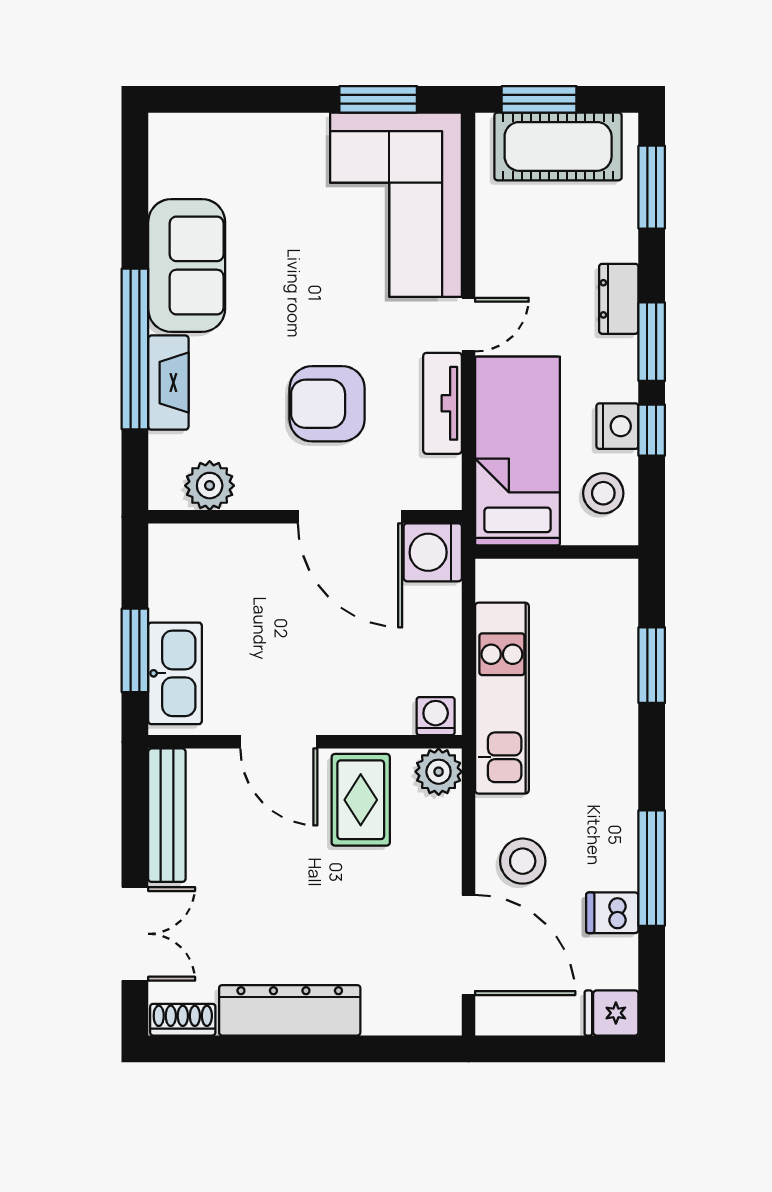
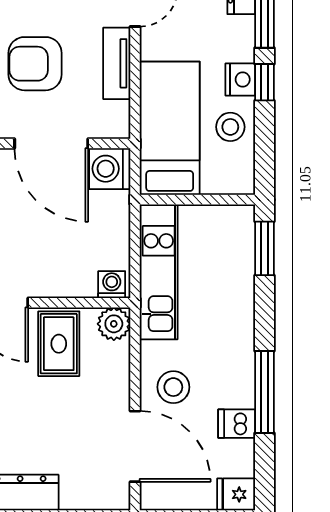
bed: (517, 451) -> (170, 128), moved
wall: (557, 552) -> (197, 200), moved

